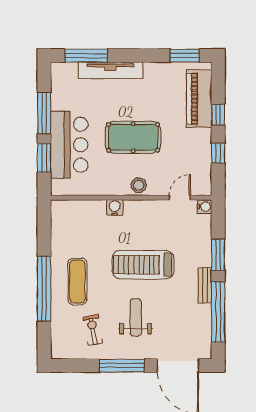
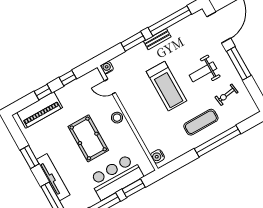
window: (185, 56) -> (30, 157), moved
water cooler: (115, 207) -> (158, 156), moved

